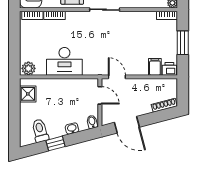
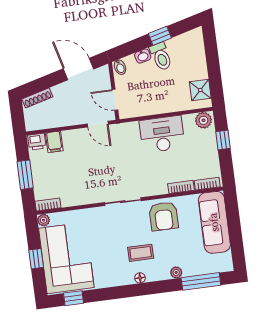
window: (14, 50) -> (223, 140), added
toilet: (40, 131) -> (161, 56), moved

